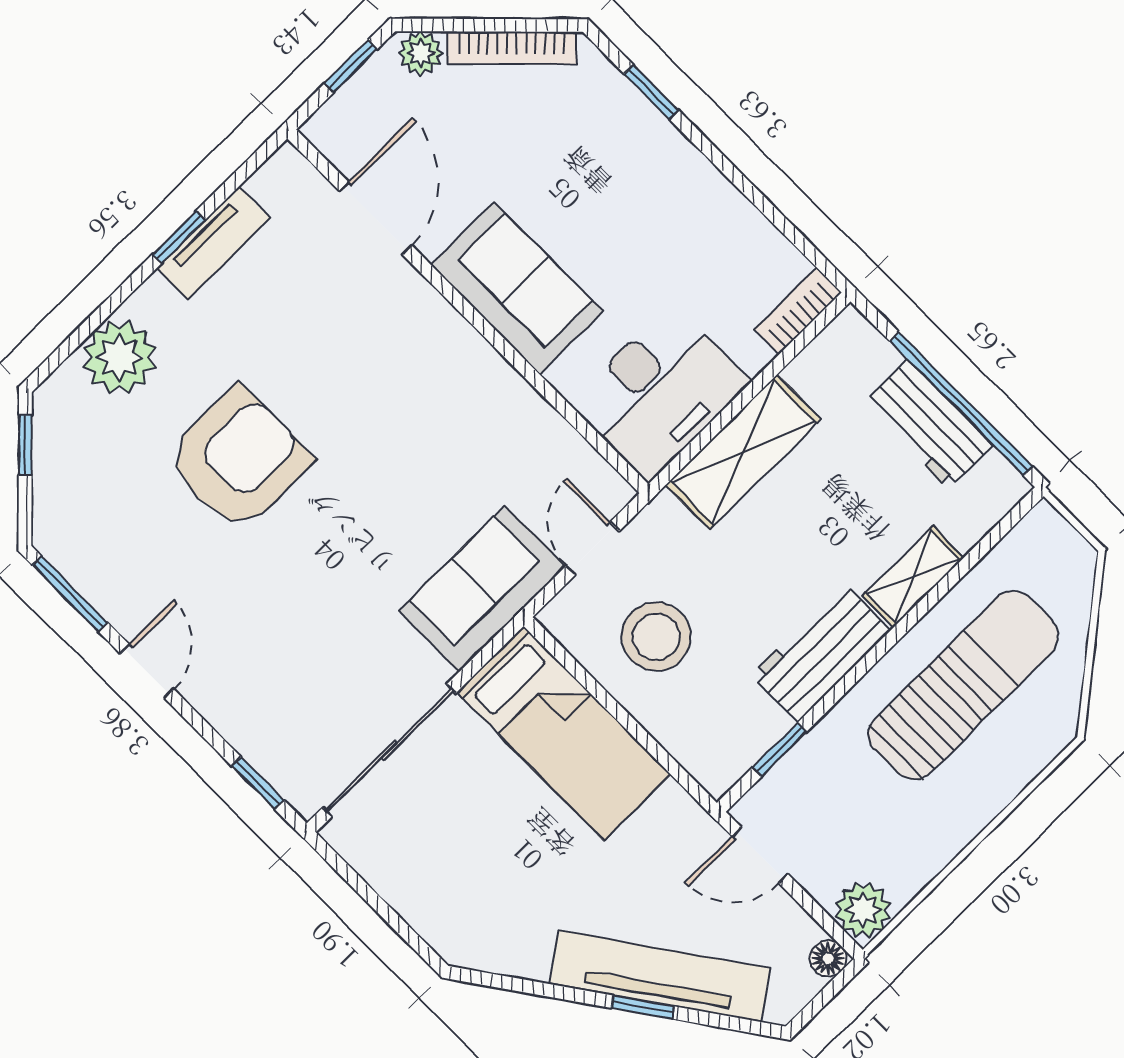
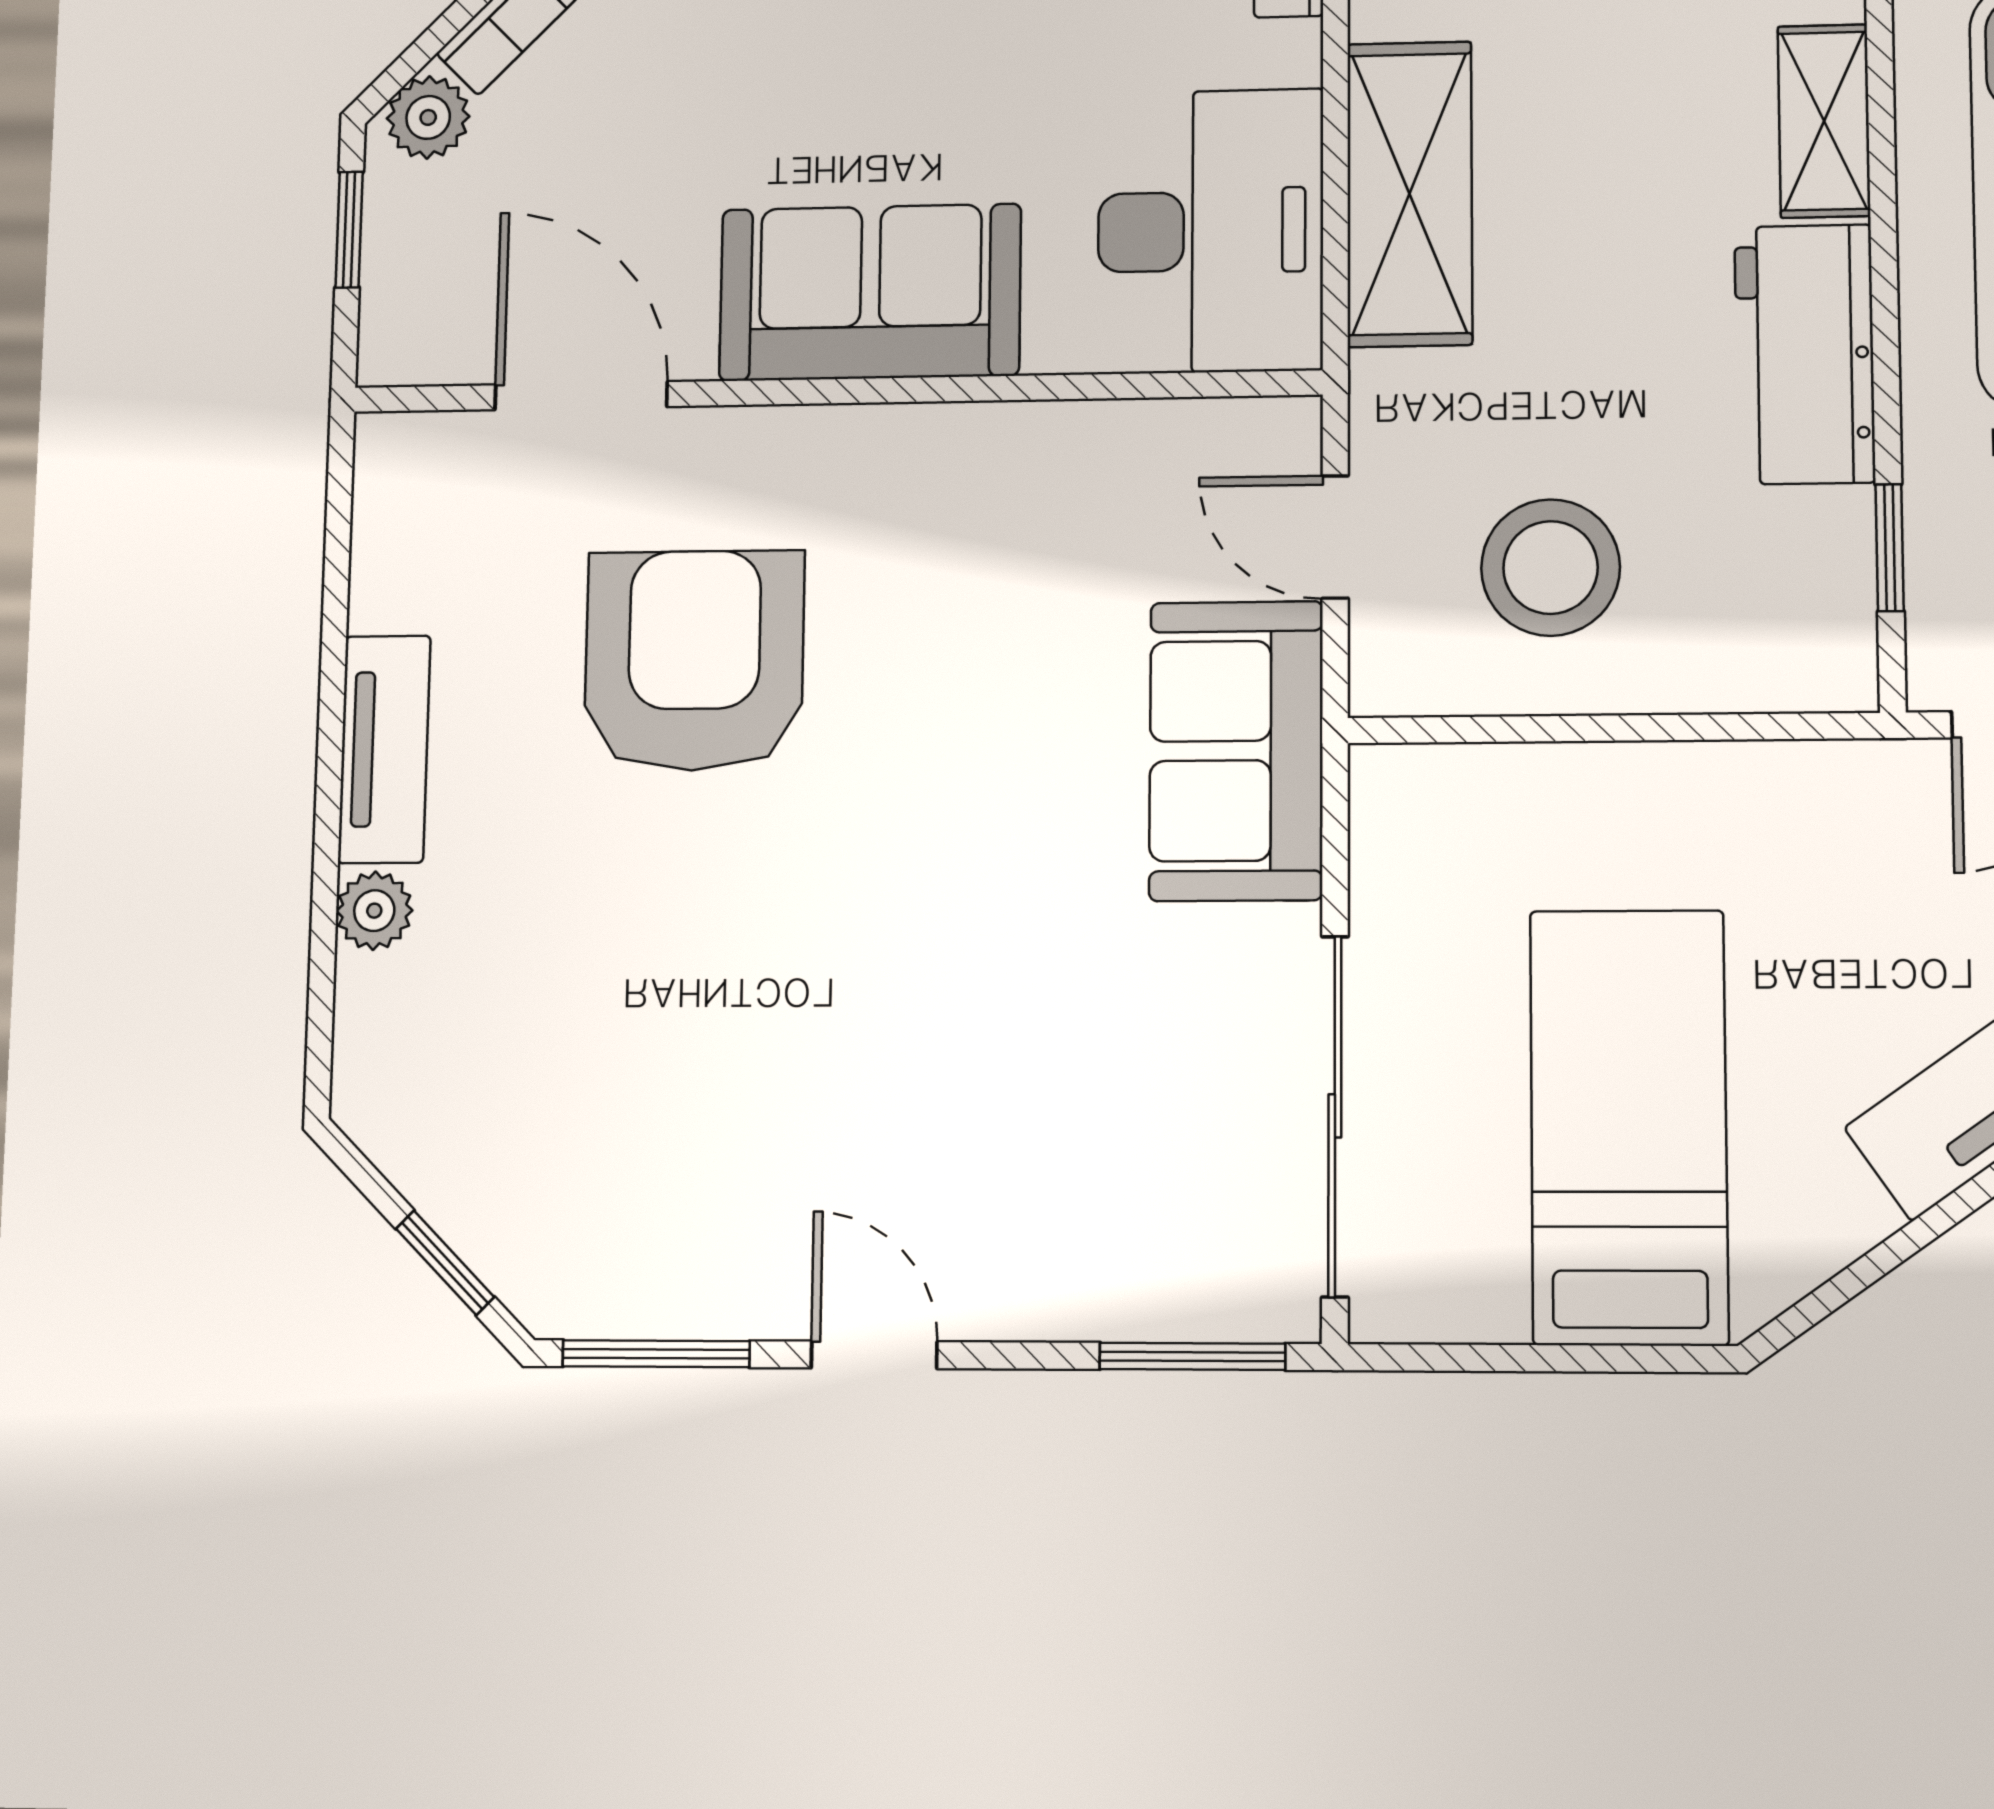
window: (179, 237) -> (332, 696), removed
tv unit: (213, 243) -> (384, 749), moved
plant: (119, 357) -> (374, 911), width x0.53, depth x0.53
window: (25, 445) -> (445, 1263), moved
armchair: (238, 459) -> (694, 661), moved
bed: (564, 733) -> (1629, 1127), moved, turned -90
window: (258, 783) -> (1192, 1356), width x1.50

